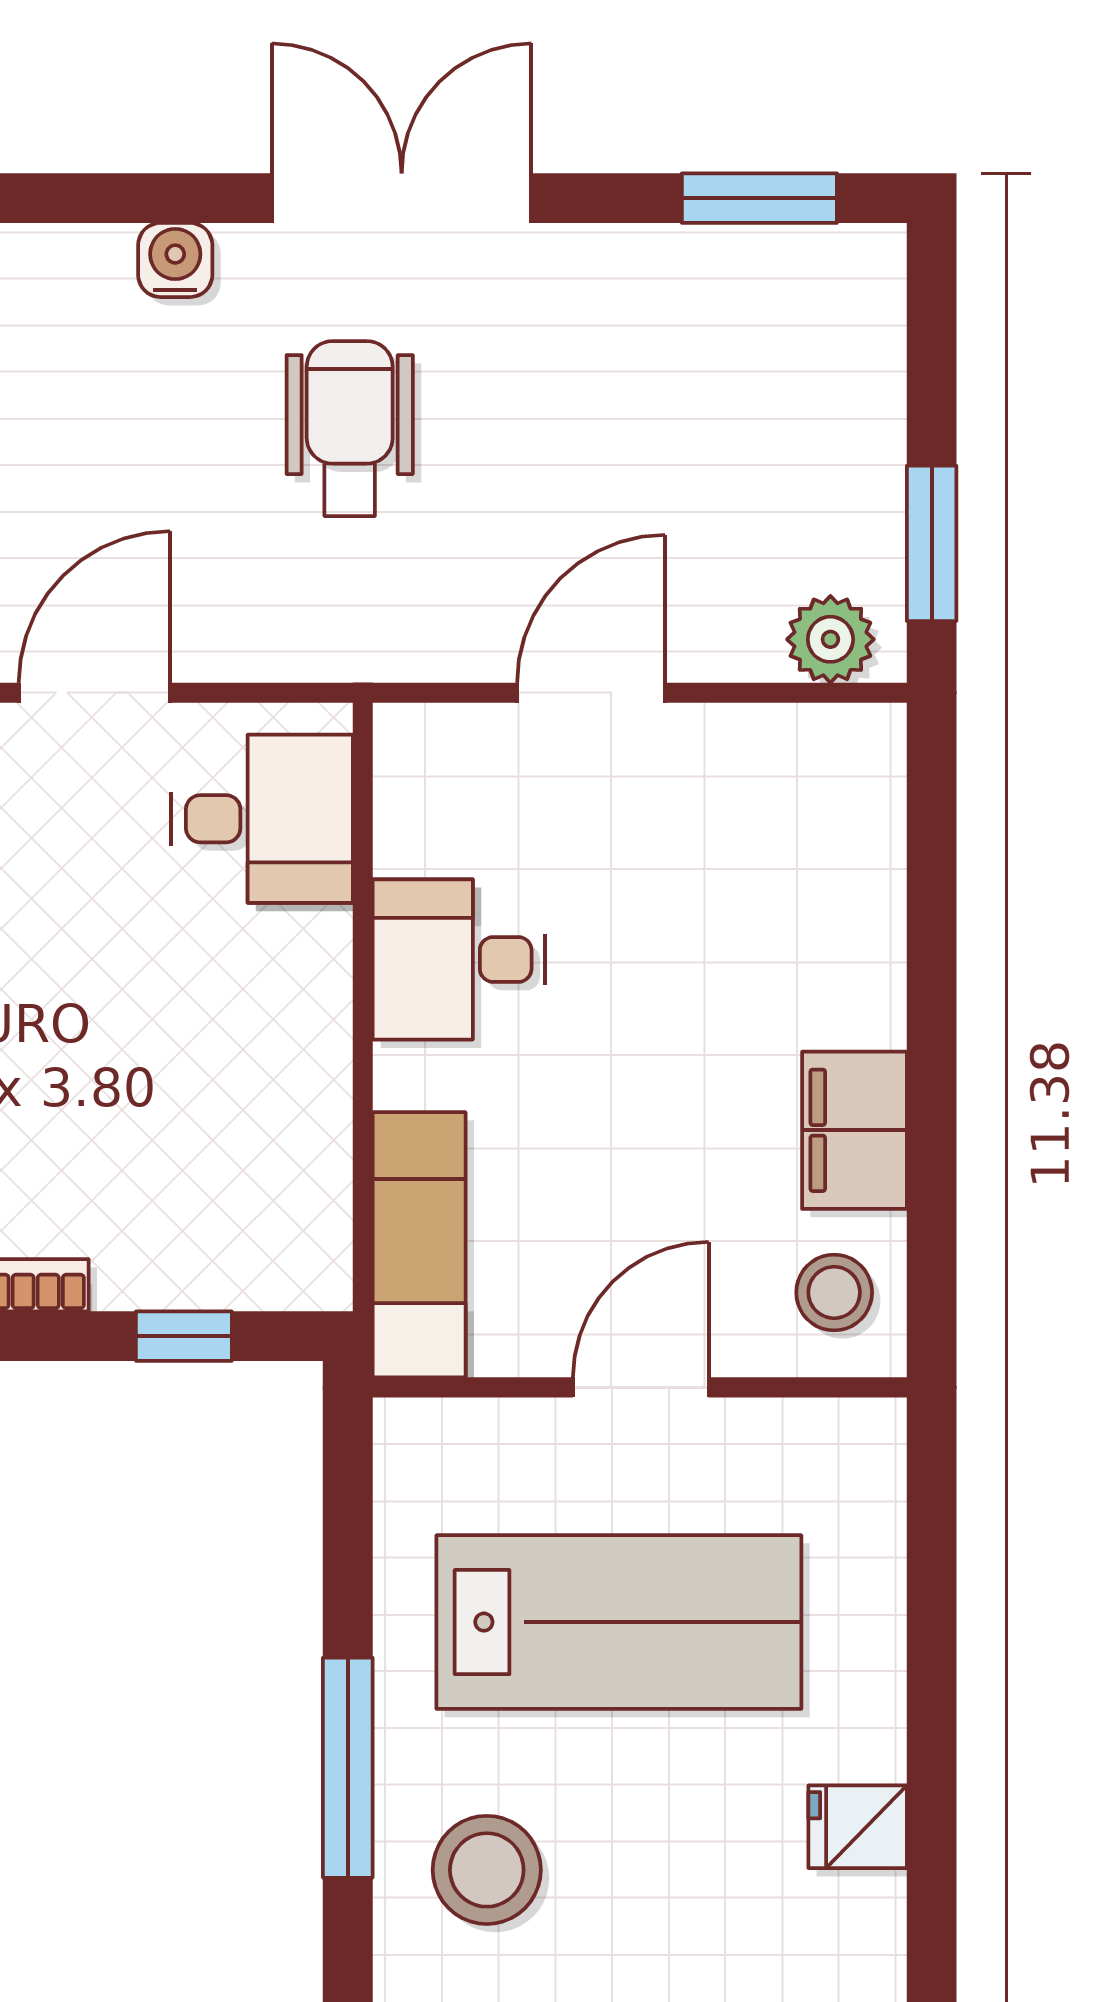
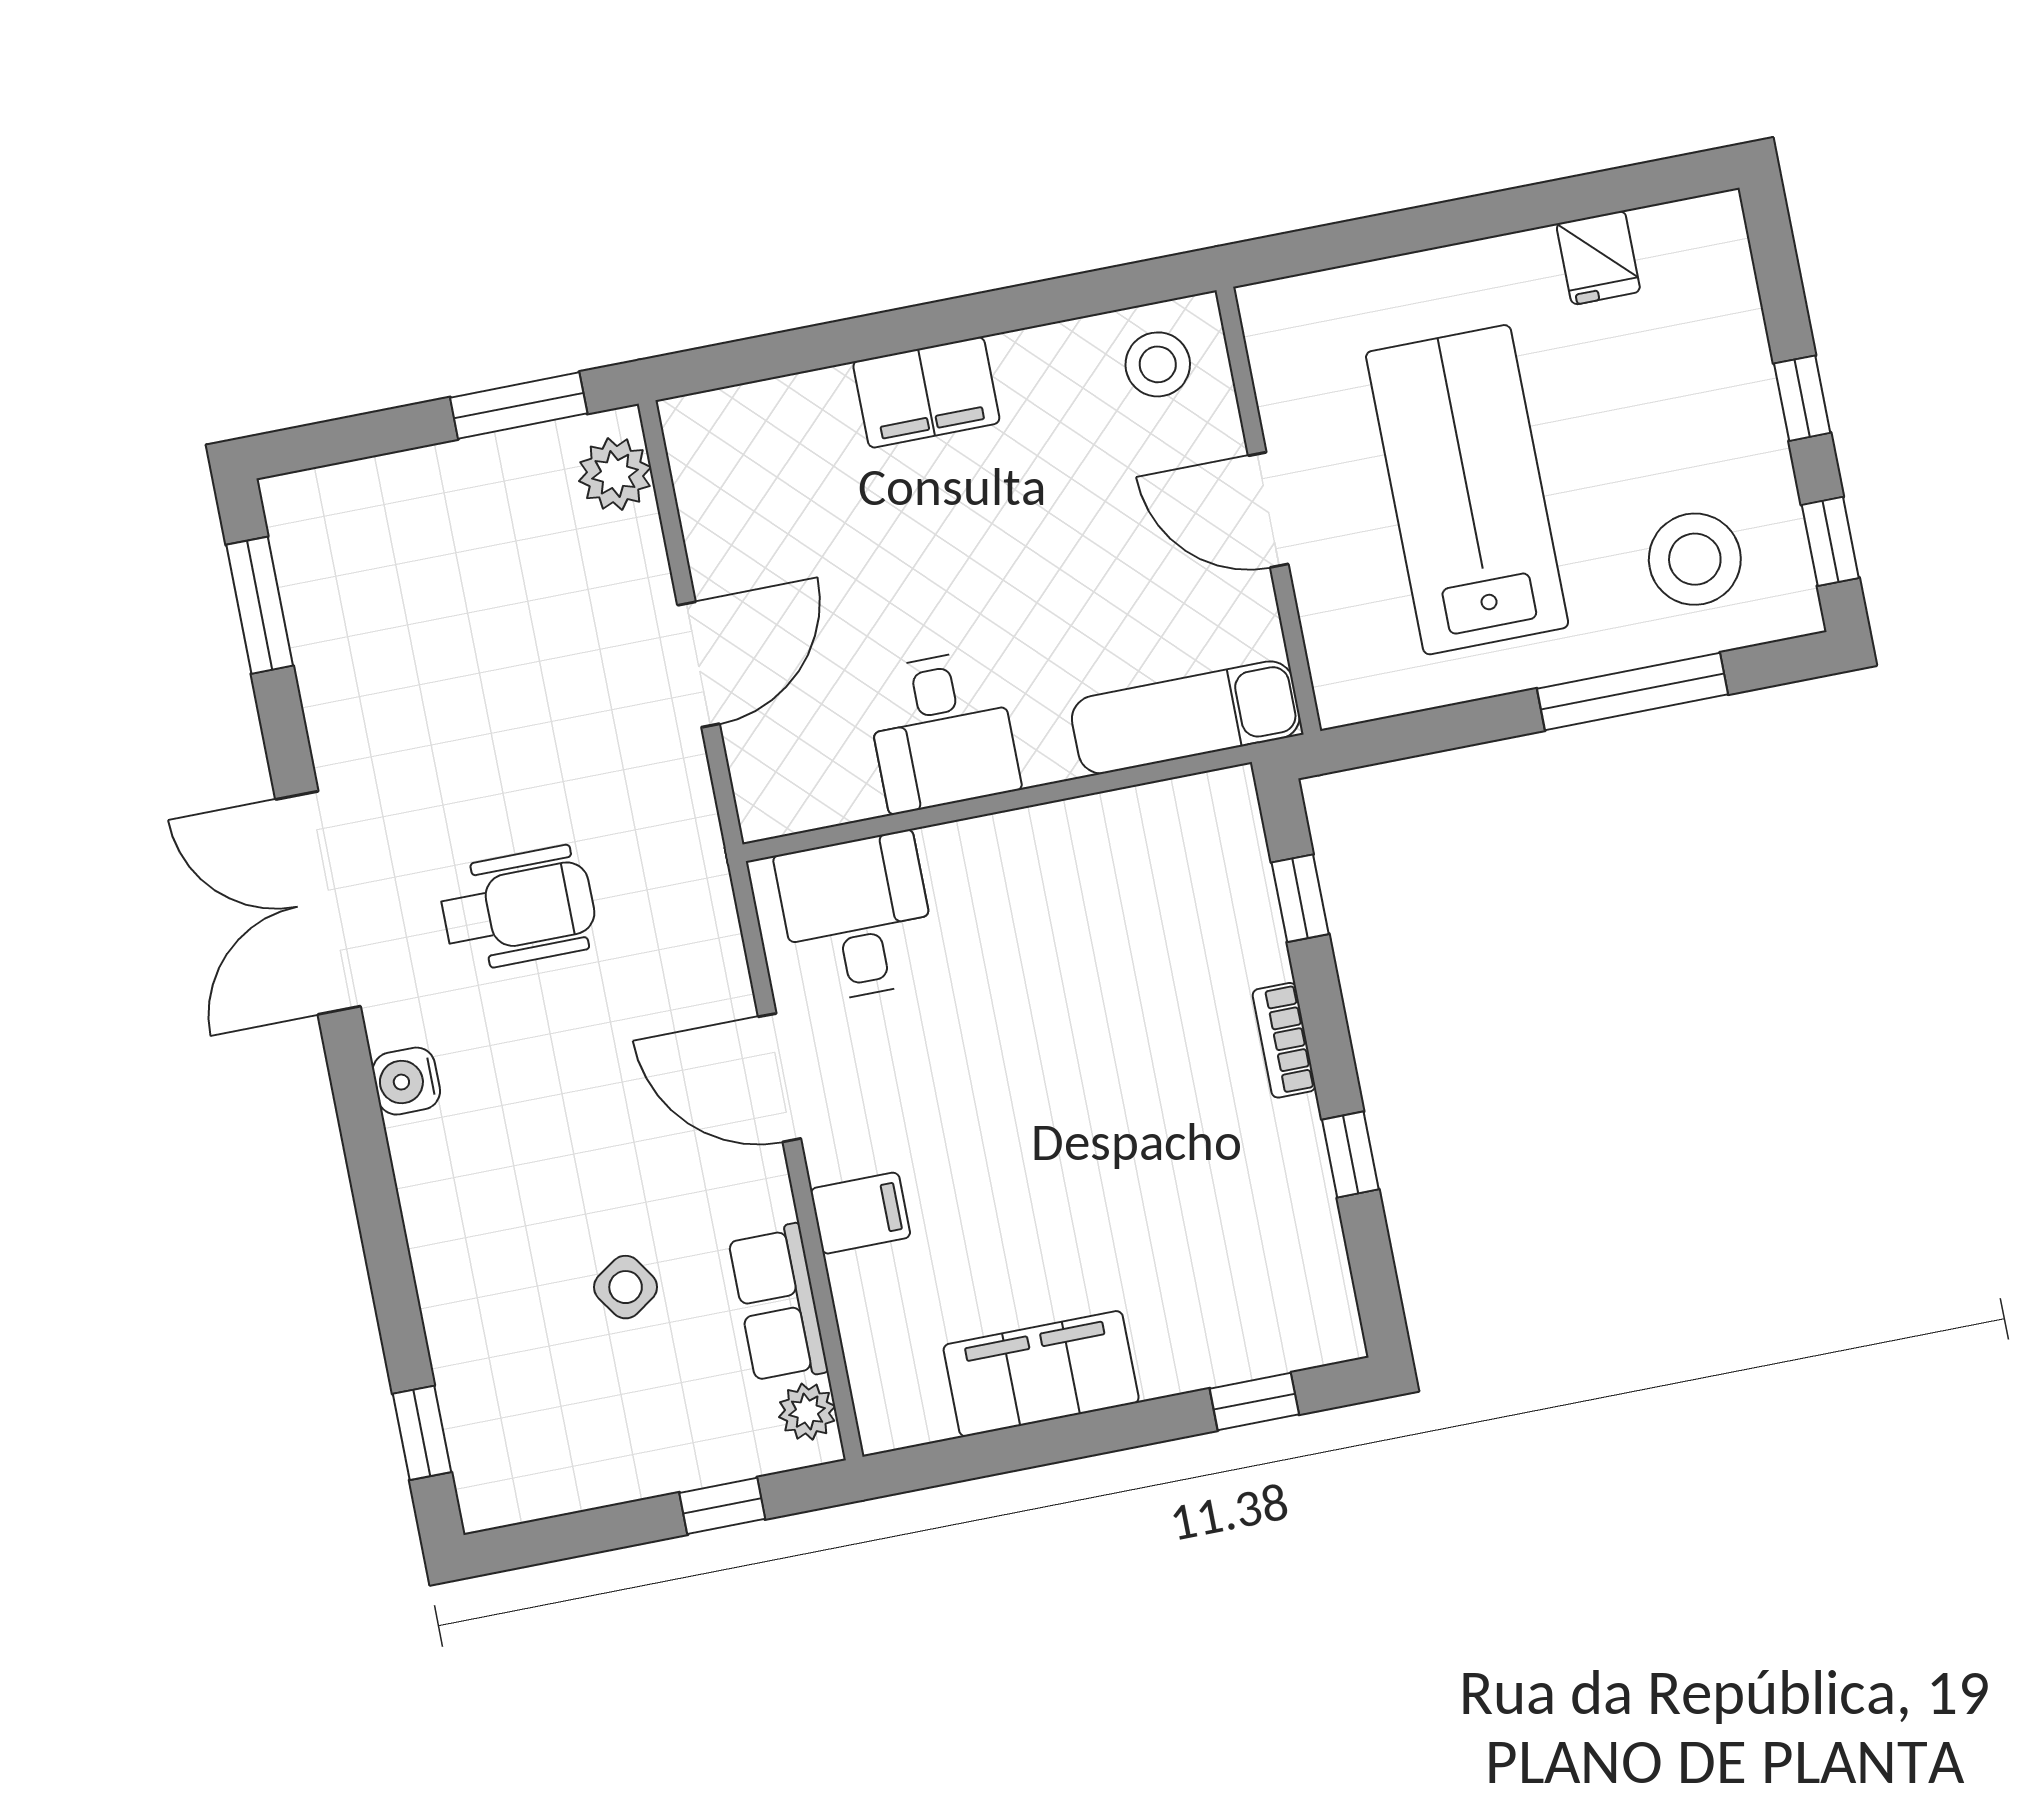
wheelchair: (350, 429) -> (518, 908), turned 180
door: (591, 693) -> (698, 664), swing flipped
filing cabinet: (854, 1130) -> (926, 392), moved

